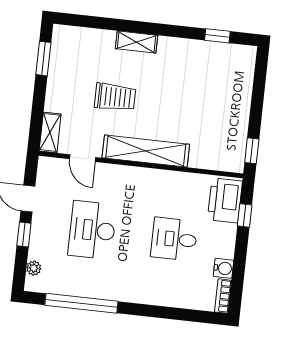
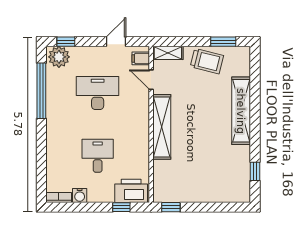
shelving: (137, 42) -> (241, 111), width x2.20, depth x1.33
trolley: (115, 97) -> (207, 61), moved, turned -76
door: (82, 158) -> (151, 80), hinge flipped
filing cabinet: (53, 169) -> (141, 58), added
window: (24, 235) -> (66, 42), moved
plant: (34, 268) -> (59, 57), width x1.88, depth x1.88

